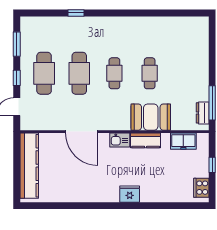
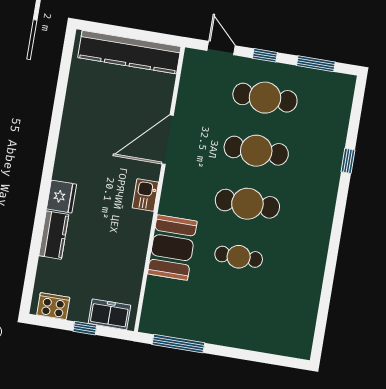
cafe table: (114, 73) -> (247, 204), width x1.37, depth x1.35
dresser: (203, 113) -> (166, 327), removed
kitchen counter: (146, 140) -> (54, 235), moved, turned 180
freezer: (183, 141) -> (109, 314), moved, turned 90

